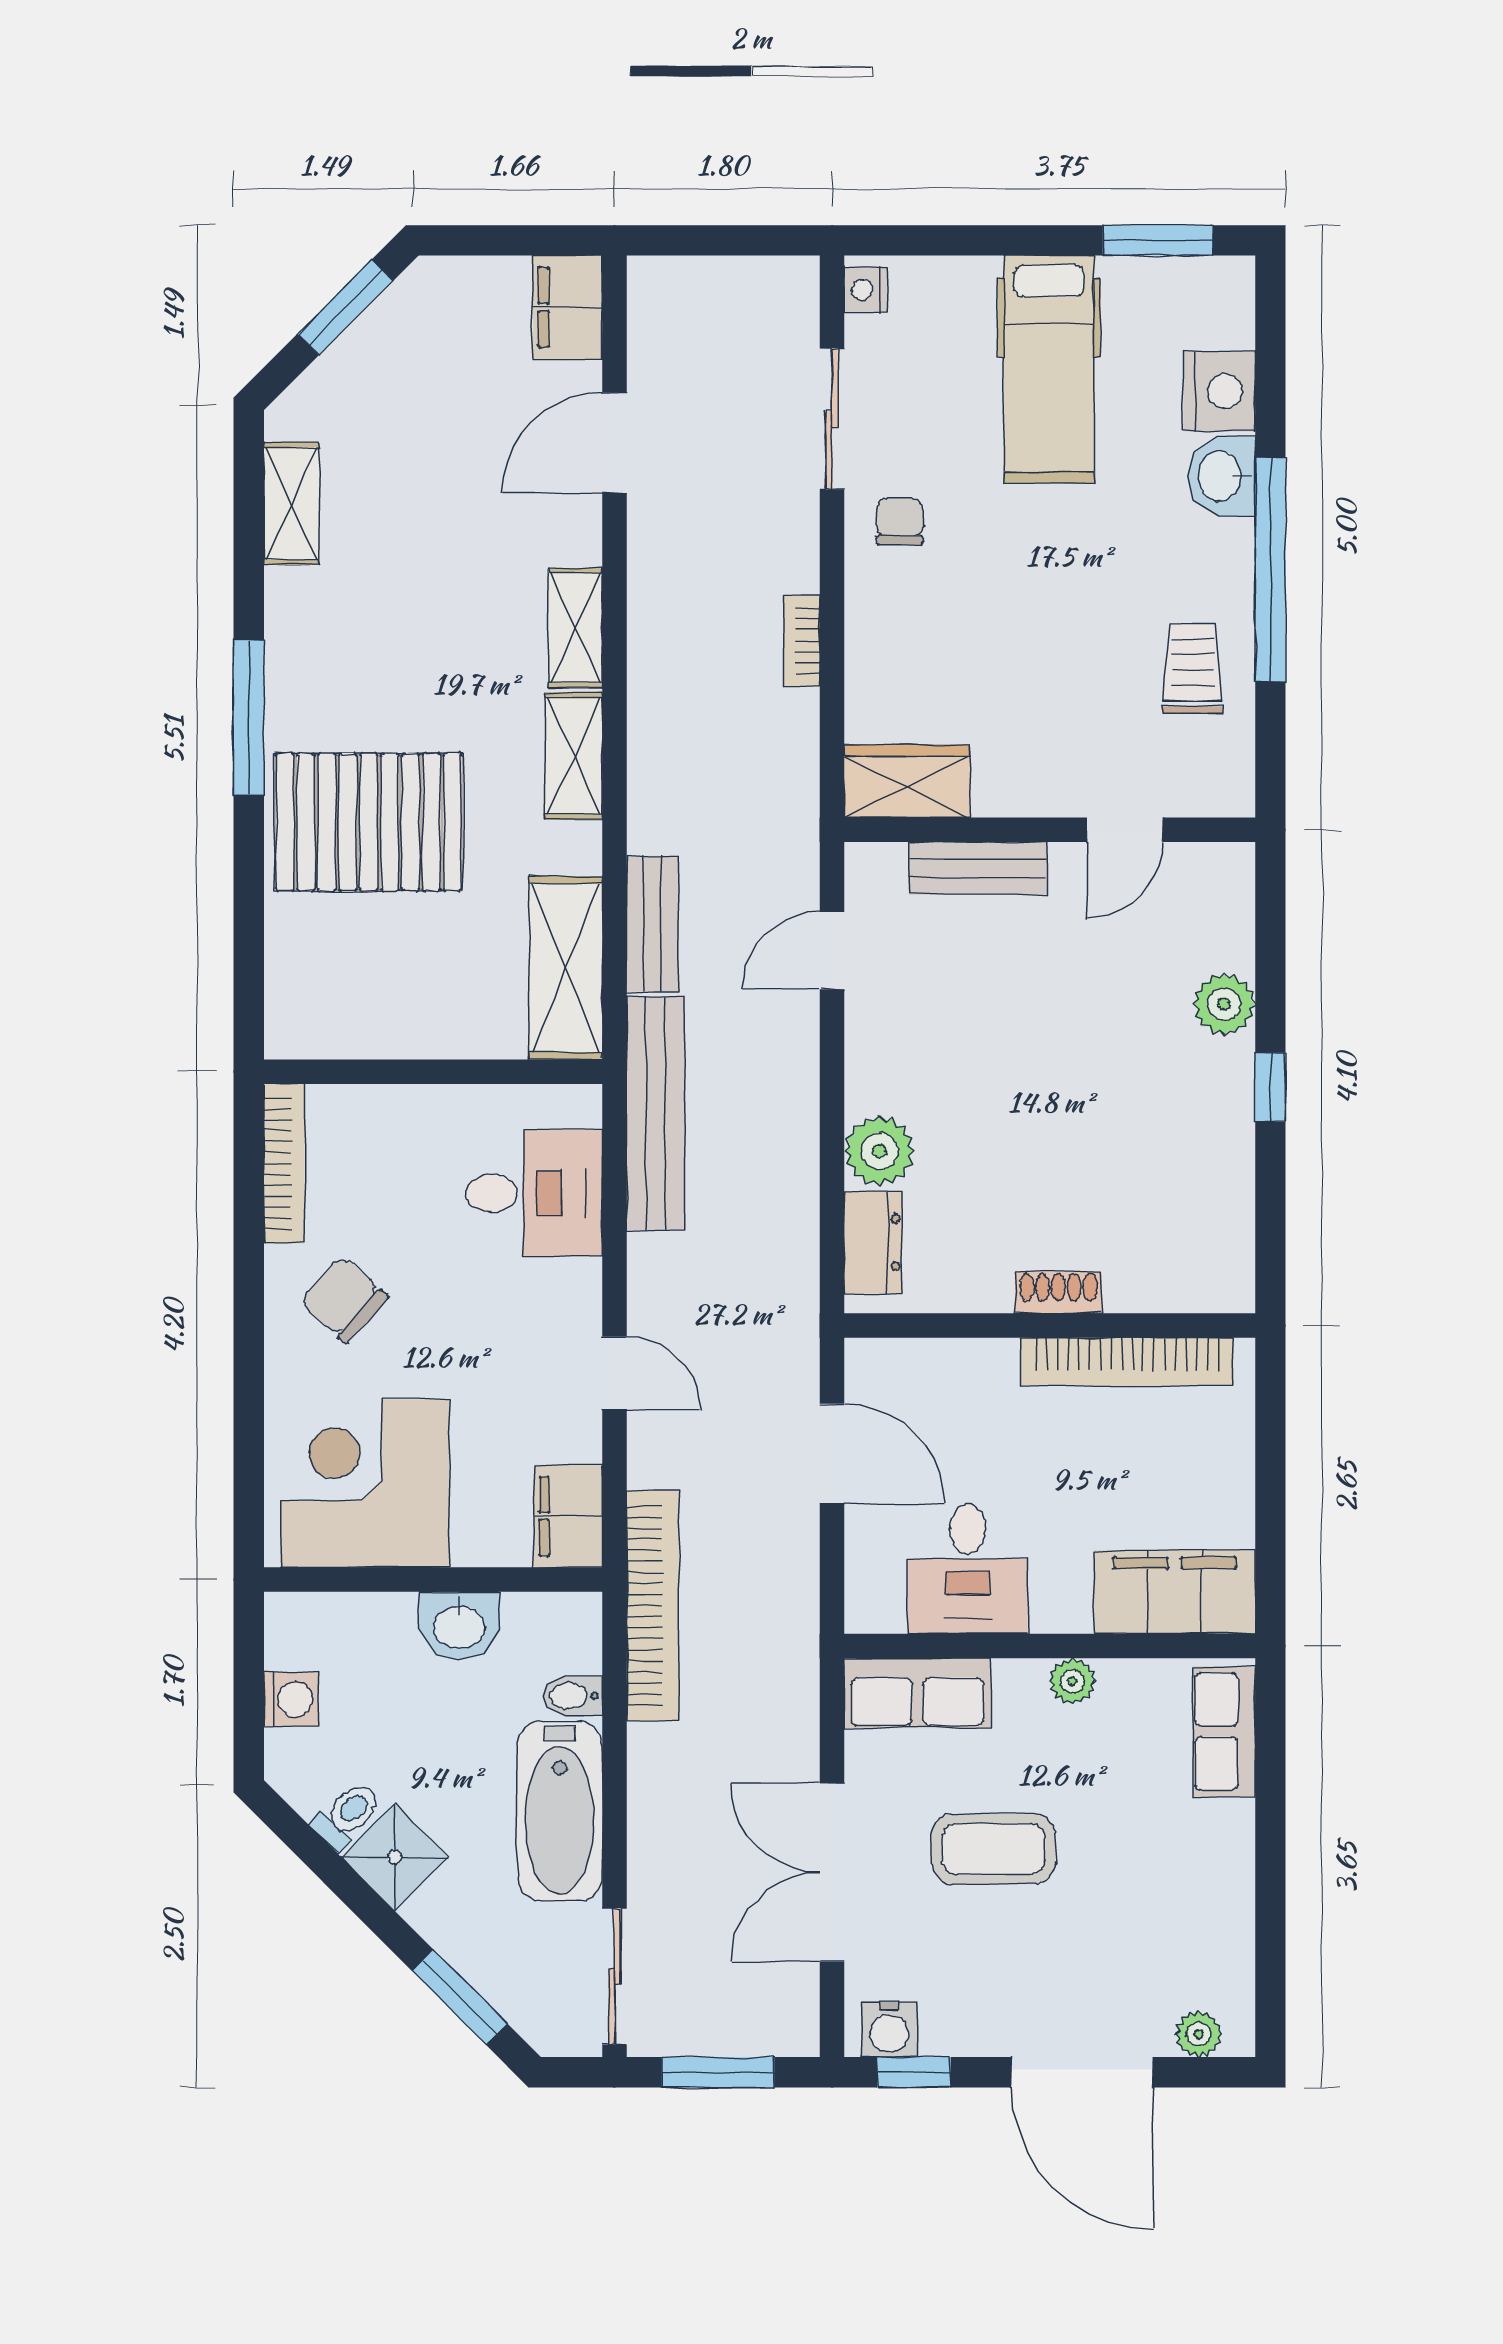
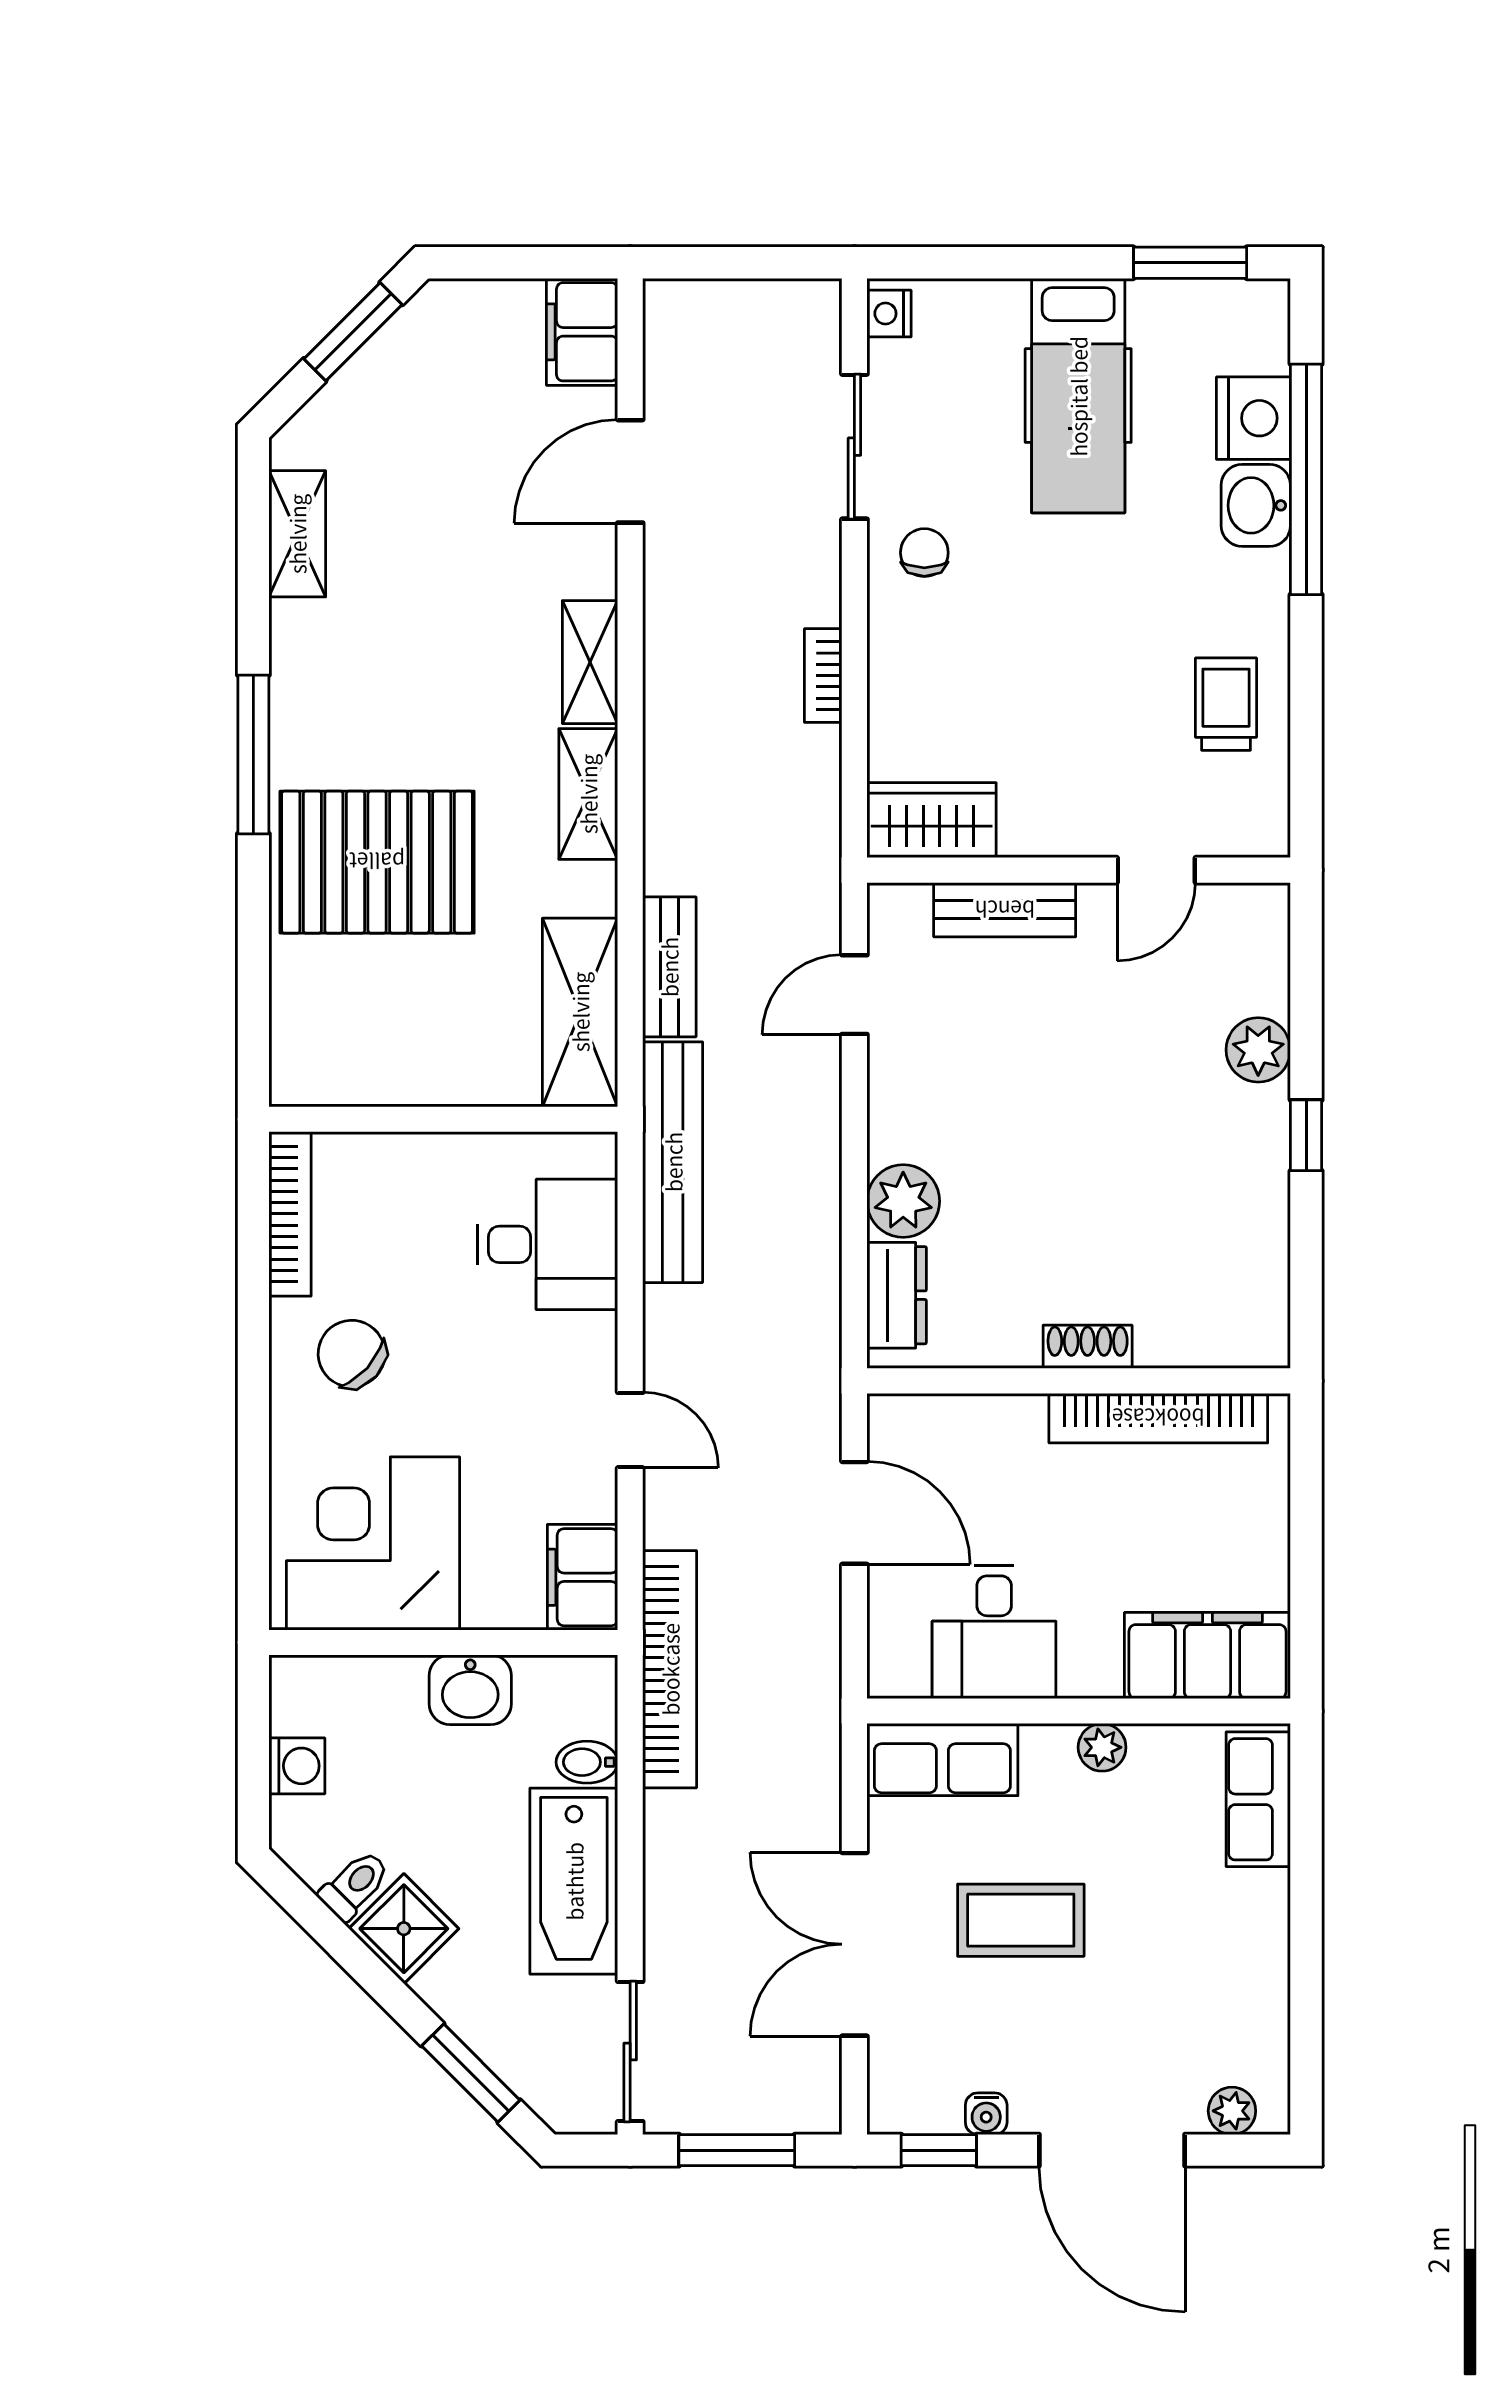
window: (1270, 569) -> (1306, 479), moved
water cooler: (889, 2029) -> (986, 2114), moved, width x0.72, depth x0.72

